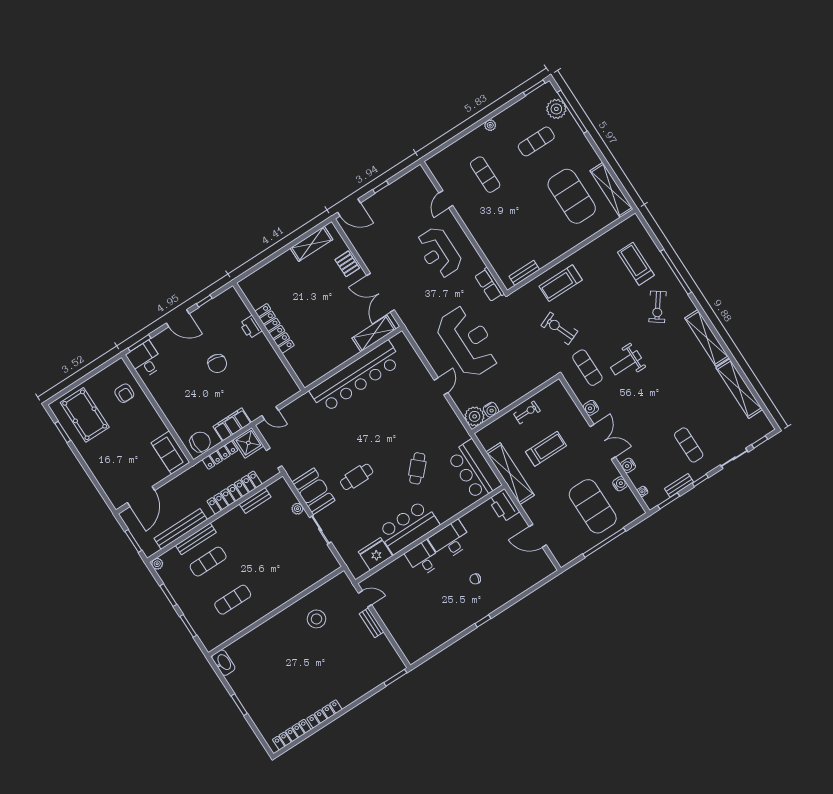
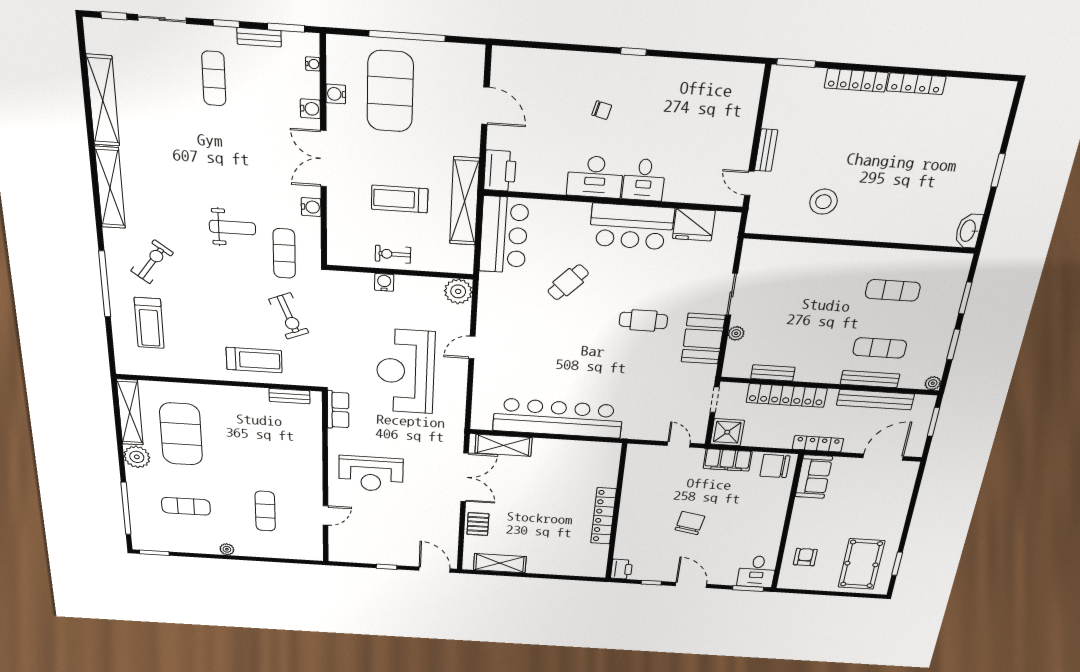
plant: (556, 109) -> (137, 457), moved
reception desk: (439, 252) -> (371, 474), turned 90
printer: (251, 327) -> (621, 569), moved
water cooler: (491, 410) -> (384, 282), moved
locker: (220, 455) -> (818, 444), moved
locker: (292, 735) -> (856, 80), moved

